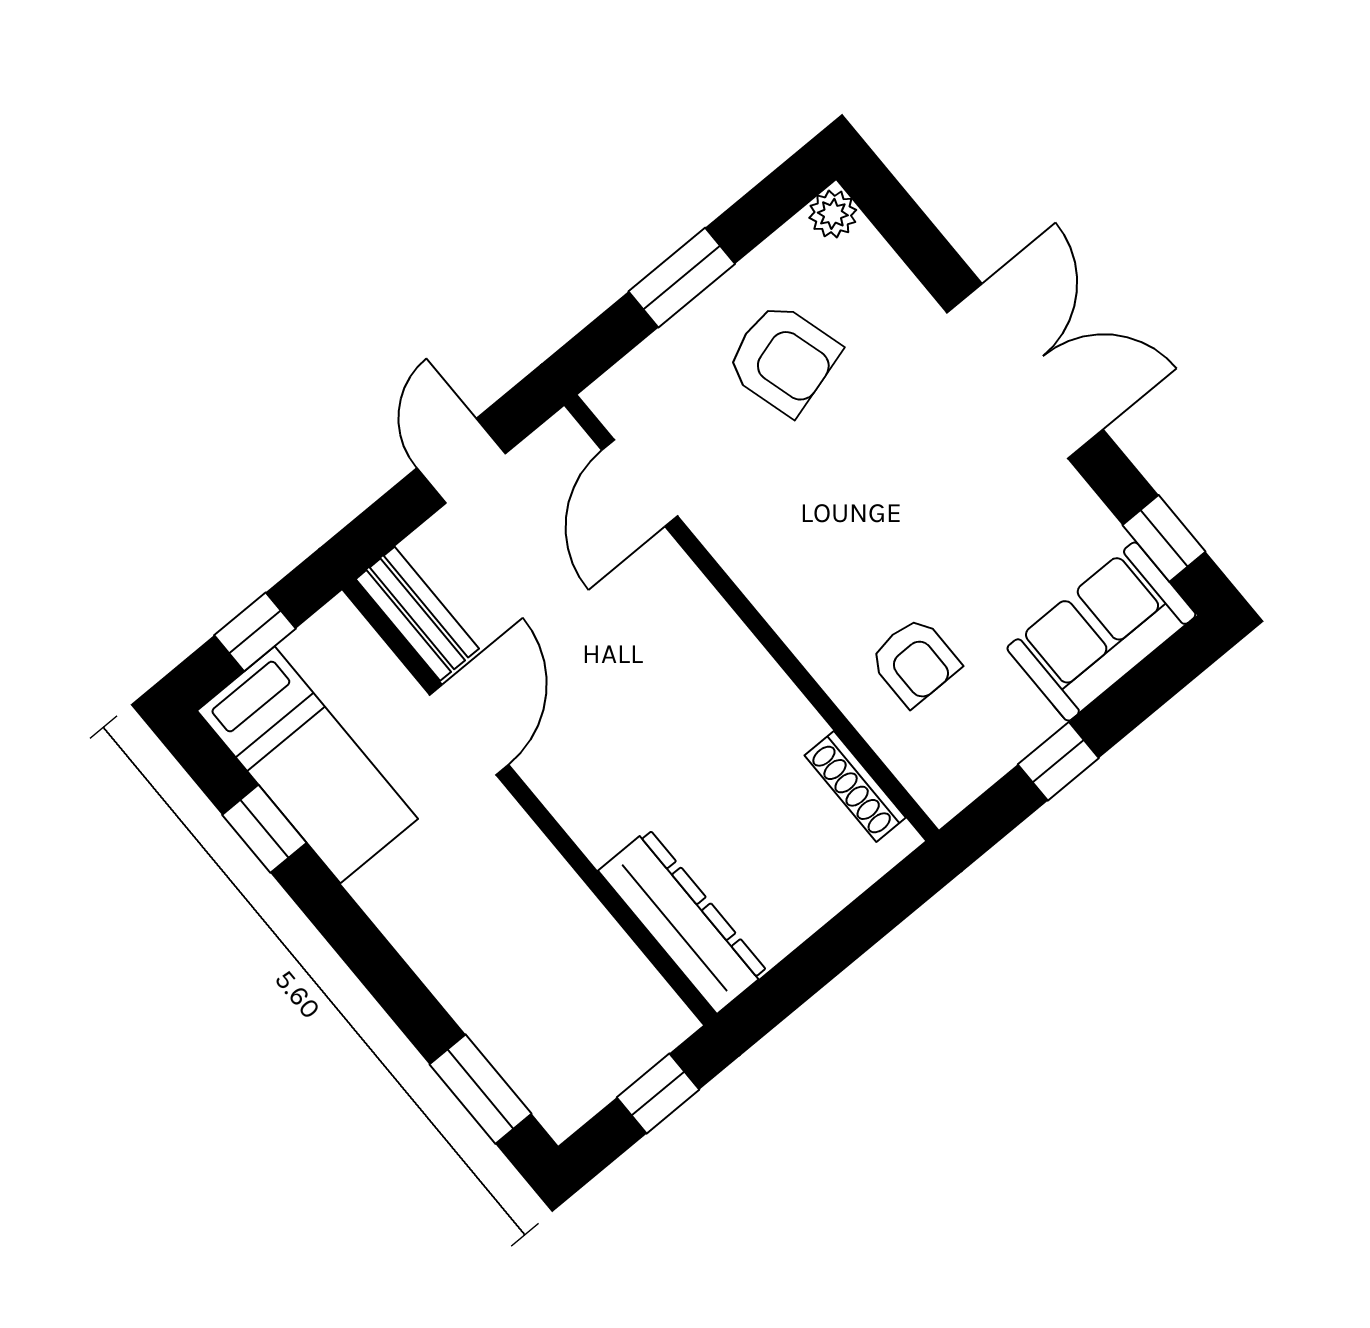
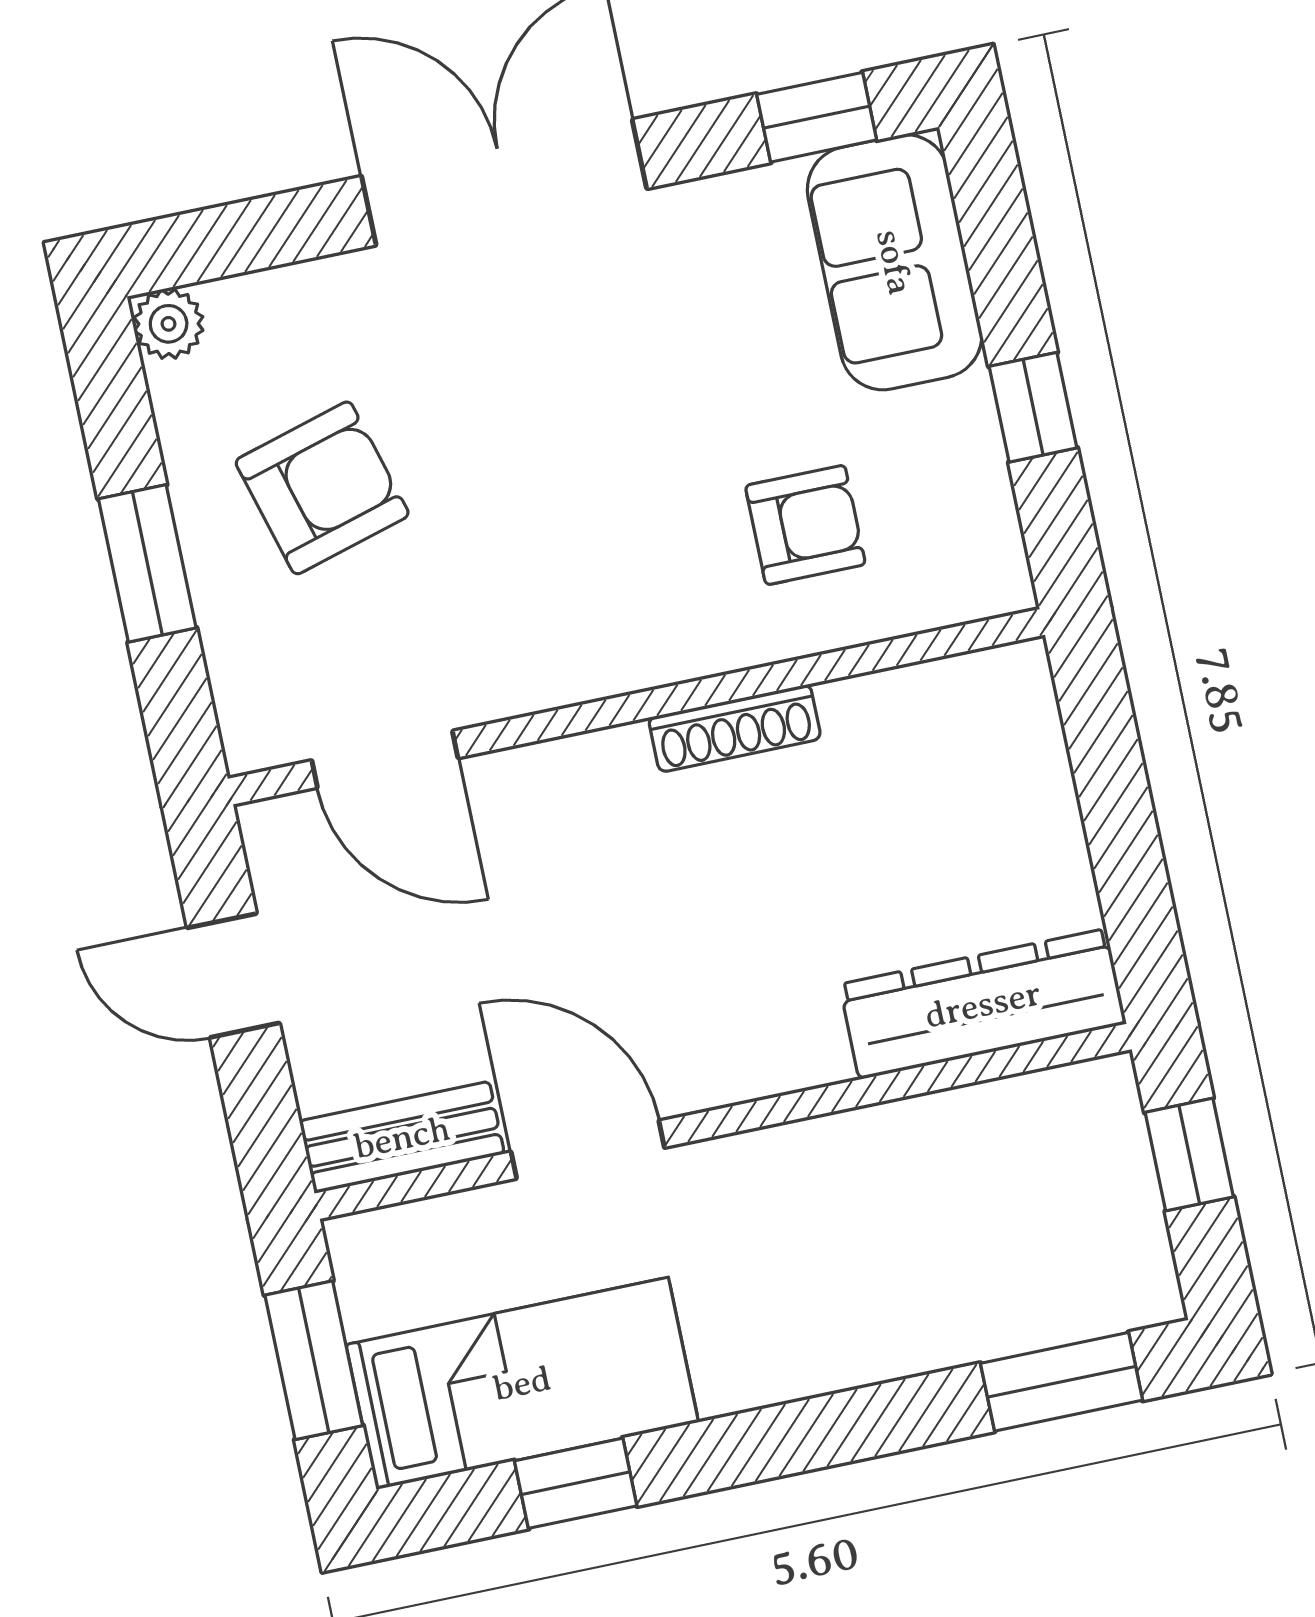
window: (255, 632) -> (314, 1360), width x1.50
shoe rack: (855, 787) -> (735, 728), moved

